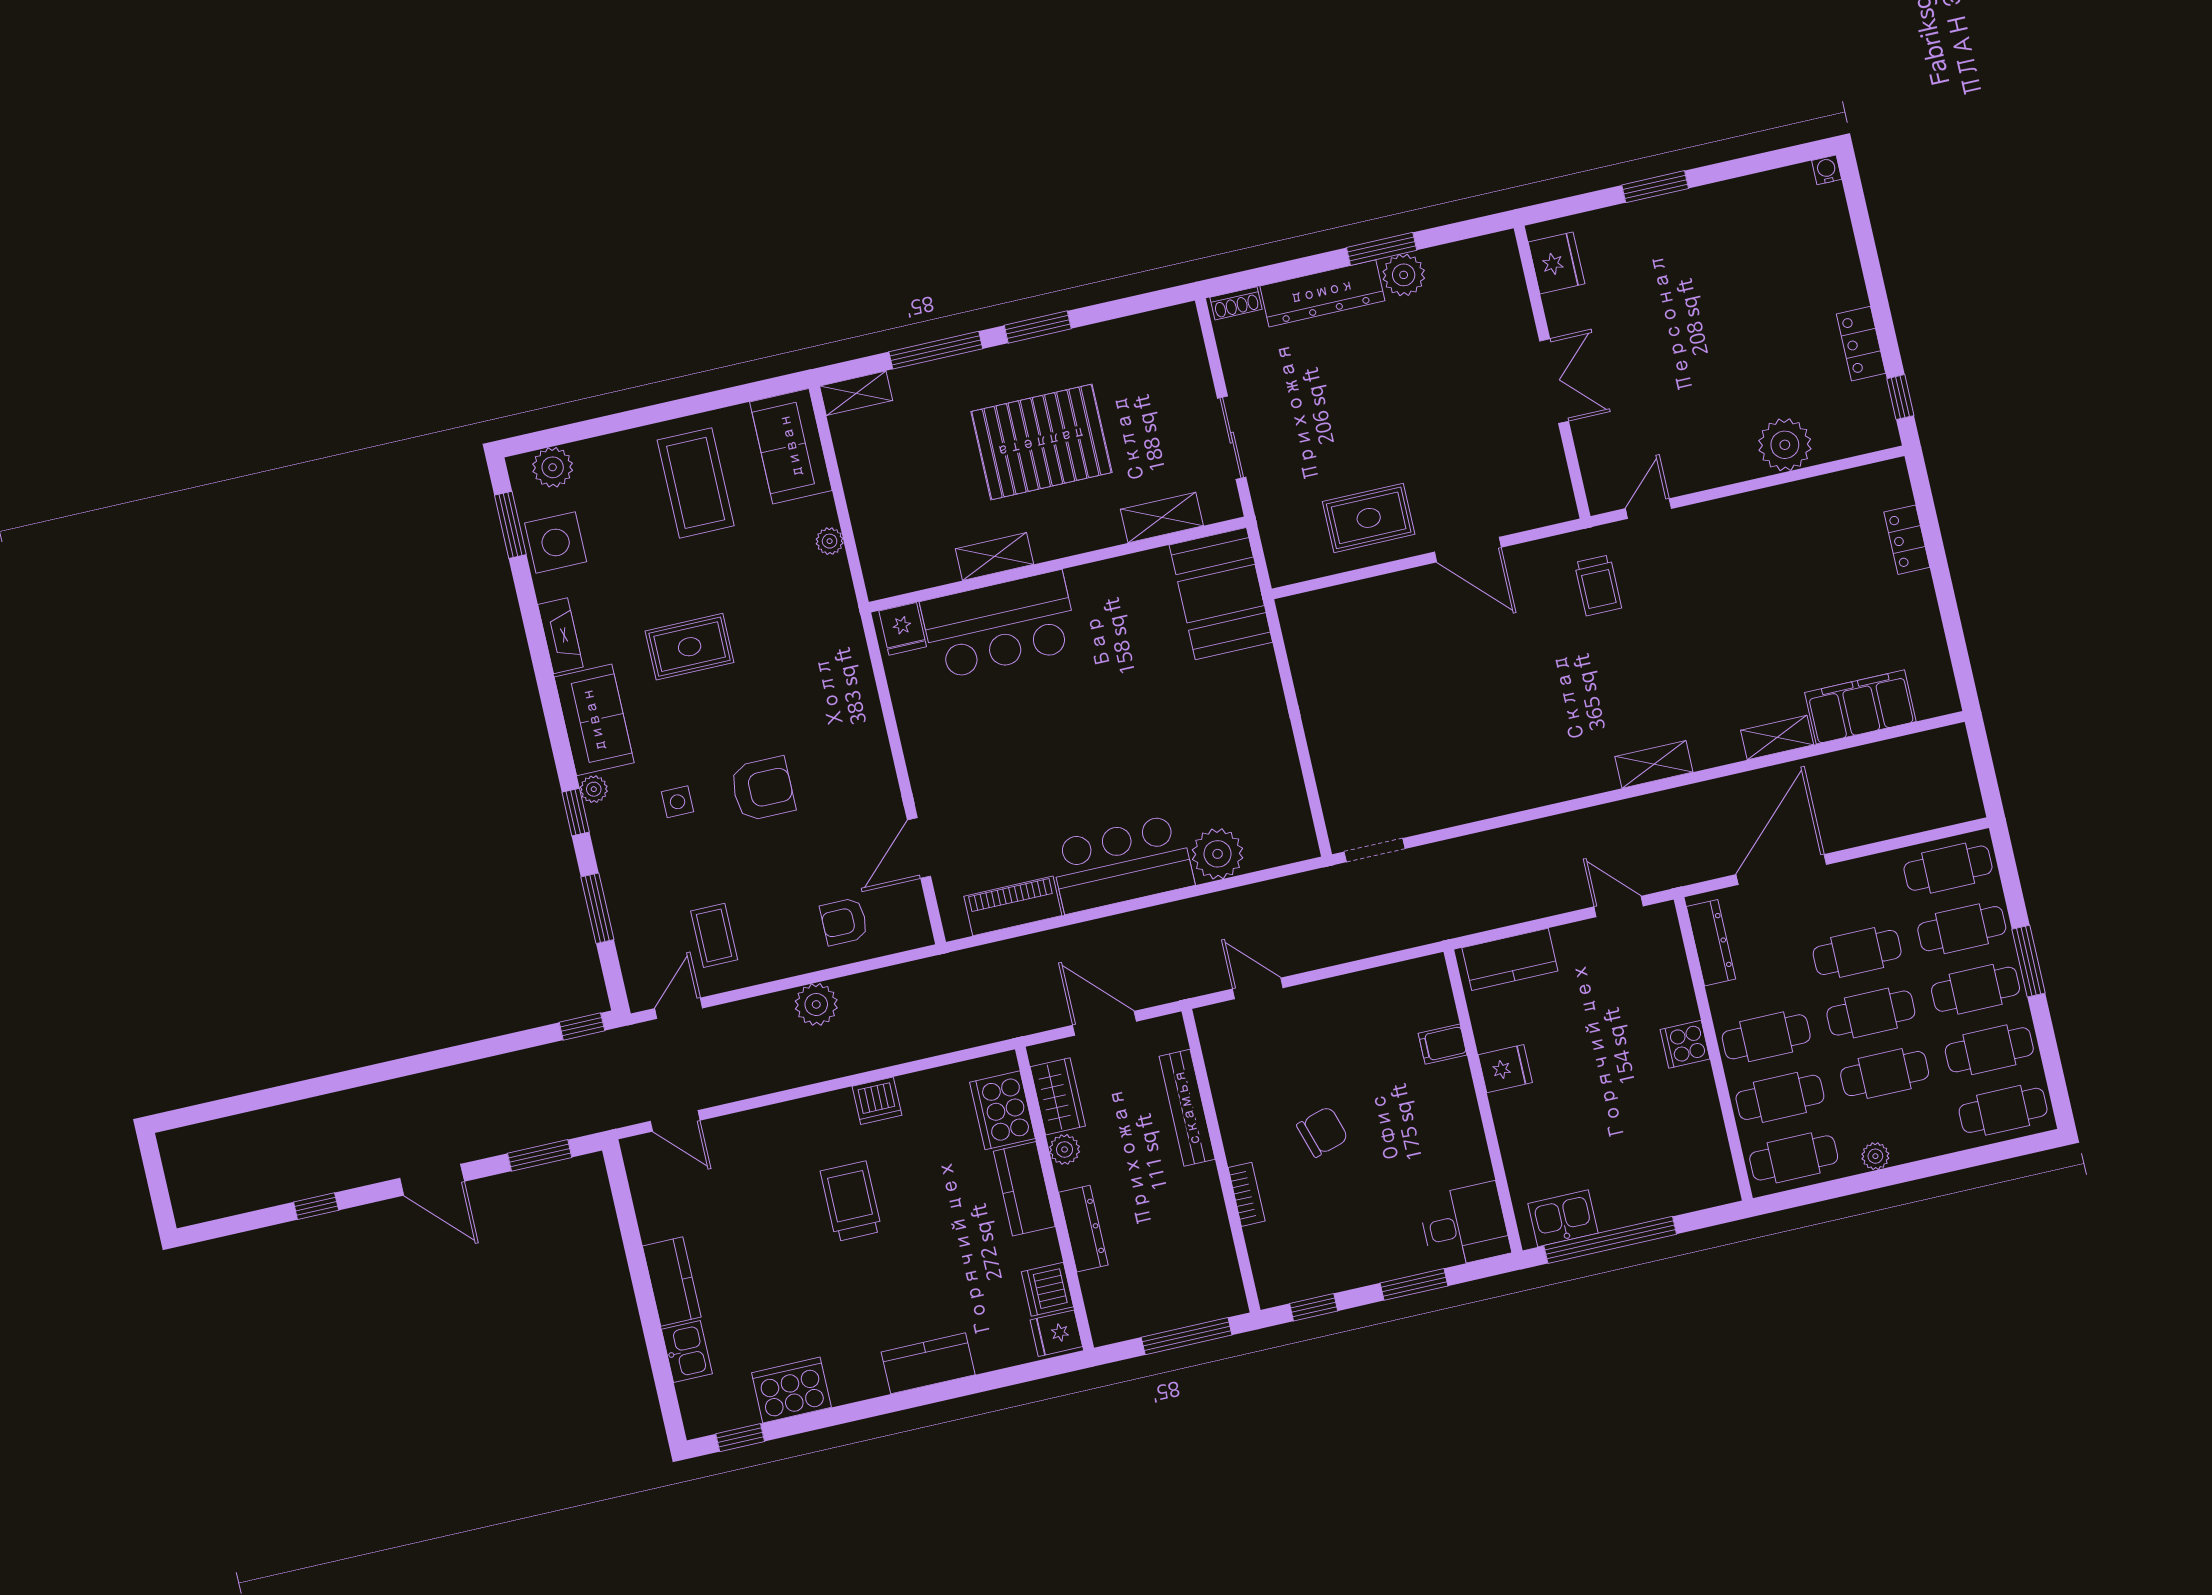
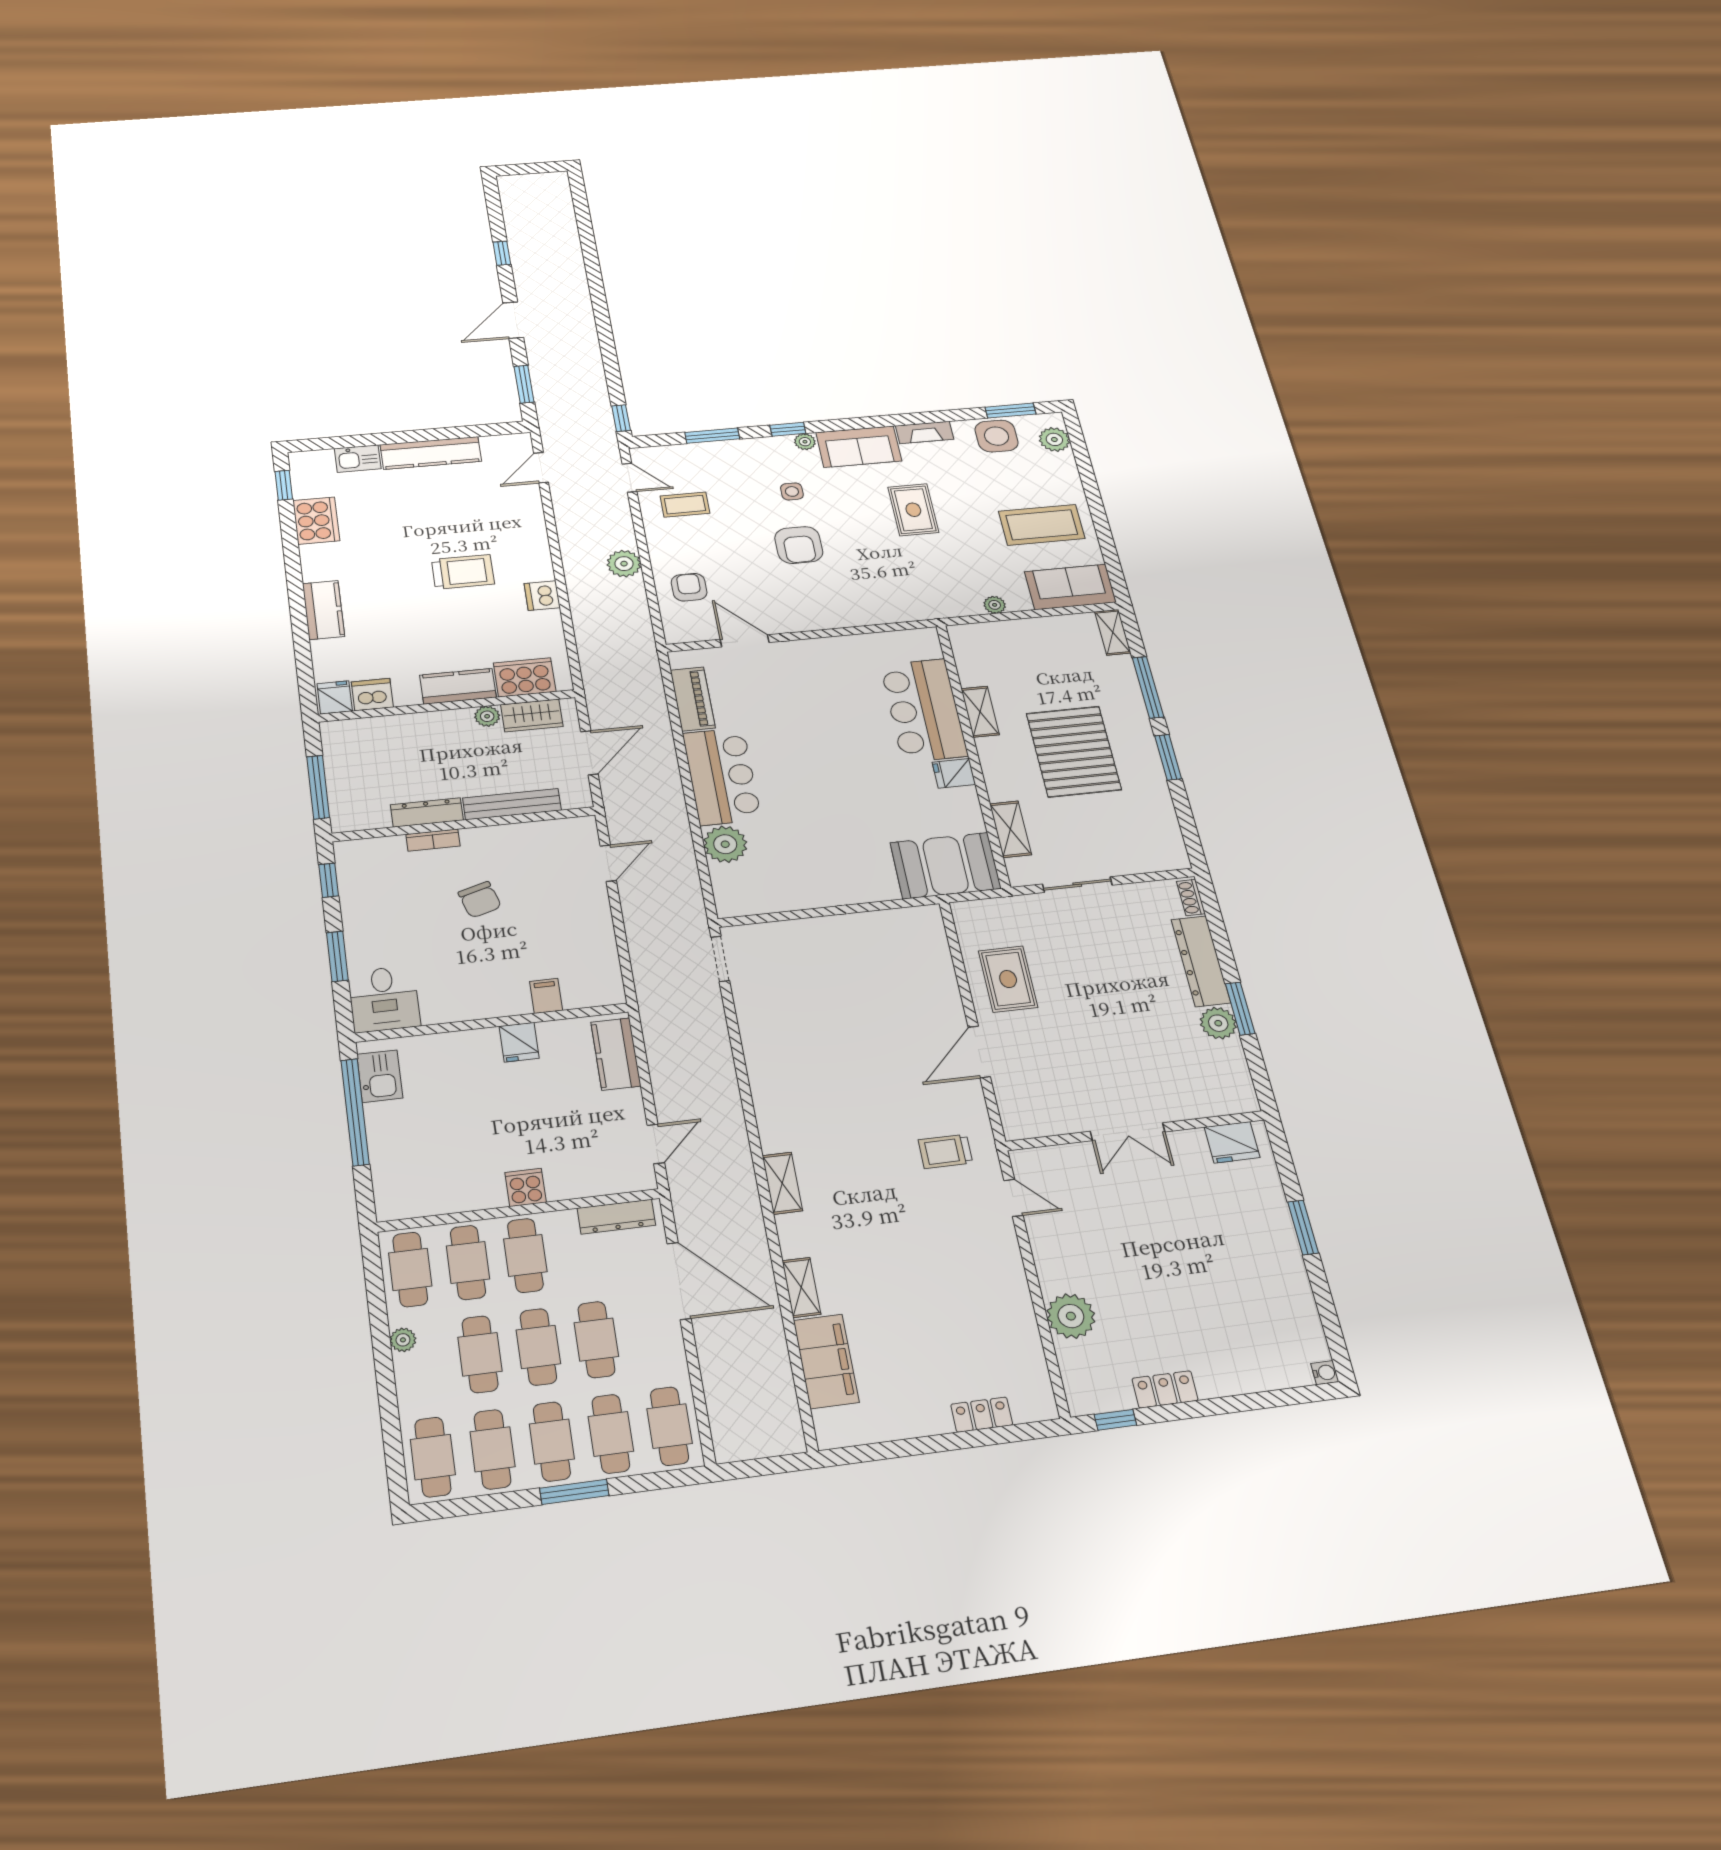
fridge: (903, 629) -> (954, 773), moved
dresser: (1083, 1229) -> (427, 813), moved, turned 180
kitchen counter: (672, 1281) -> (431, 453), width x1.50

